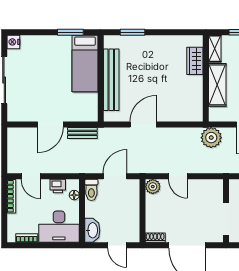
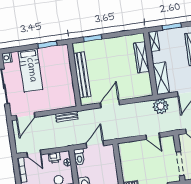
wardrobe: (195, 61) -> (142, 57), width x1.50
bed: (85, 63) -> (31, 70), moved
shelving: (217, 85) -> (161, 78), moved
door: (50, 124) -> (25, 116), moved
door: (178, 176) -> (153, 136), moved
plant: (153, 187) -> (123, 148), removed

